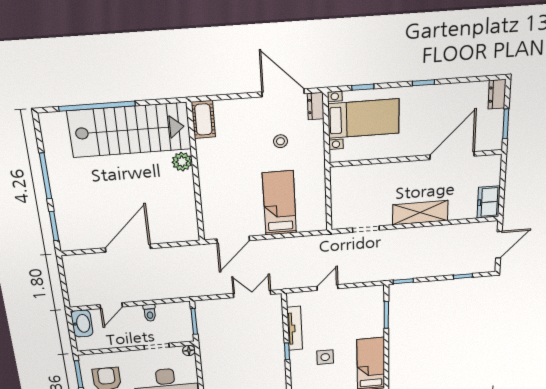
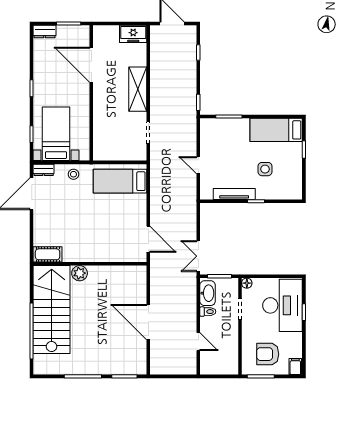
stool: (280, 141) -> (73, 174), moved
bed: (279, 203) -> (120, 181), moved
double door: (252, 294) -> (198, 256), moved
washbasin: (82, 323) -> (208, 293), moved, turned 90

